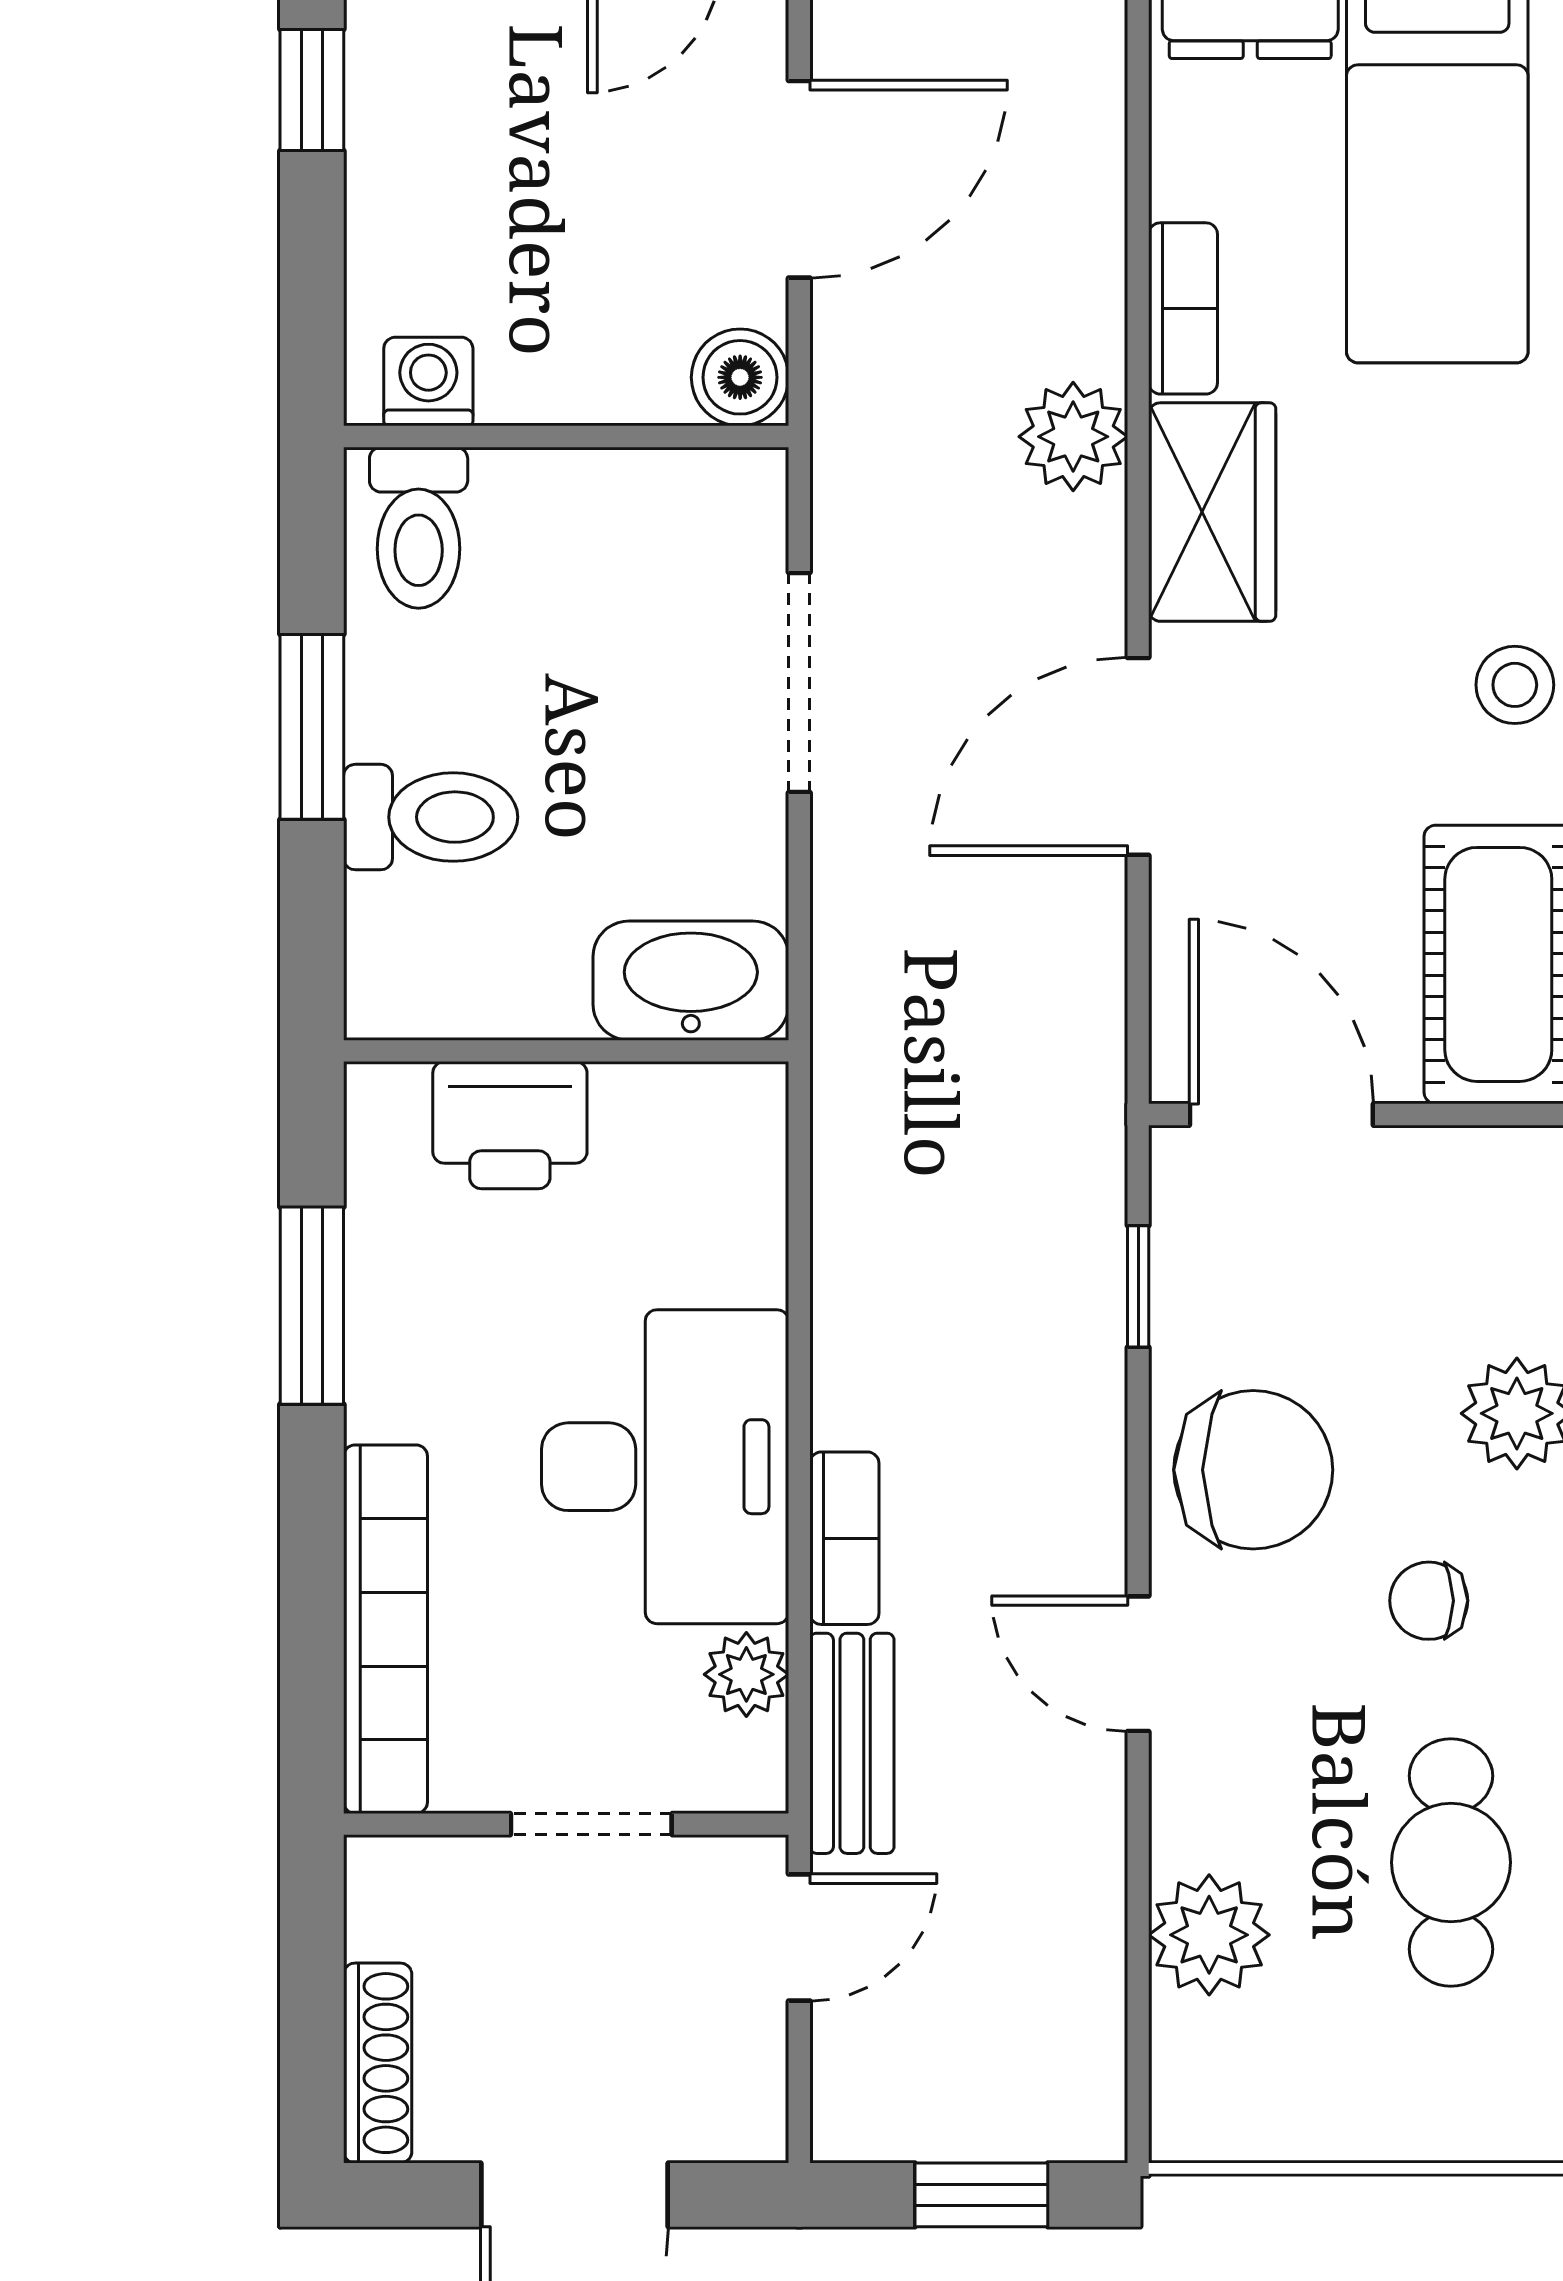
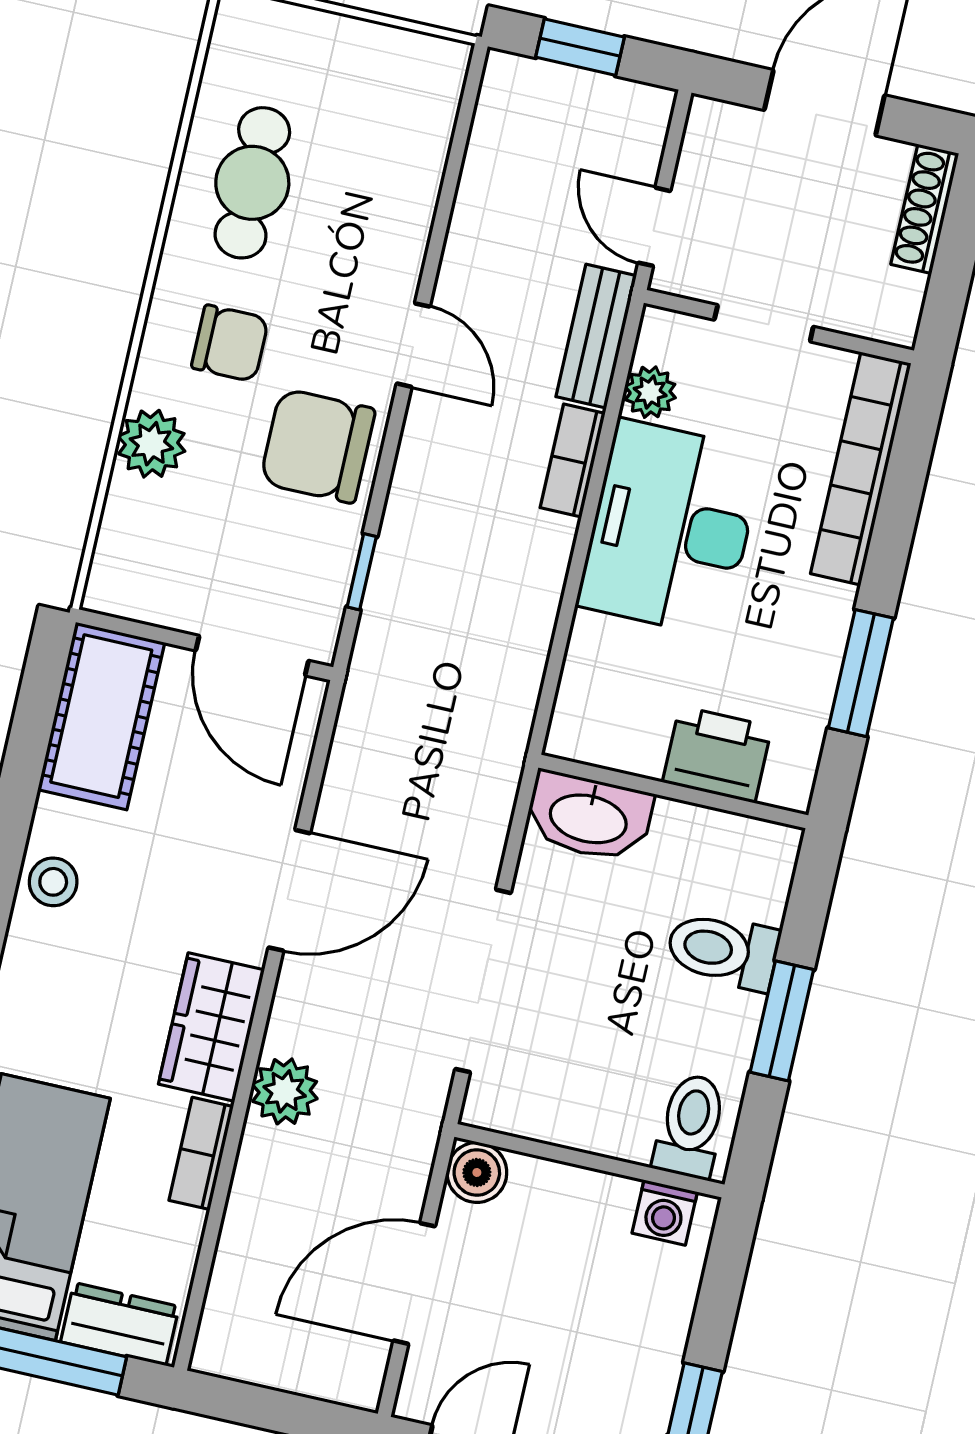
doorway: (799, 683) -> (483, 981), width x1.36
chair: (1429, 1601) -> (230, 343), width x1.37, depth x1.37
plant: (1209, 1935) -> (408, 172), removed
door: (799, 1937) -> (654, 227), hinge flipped

